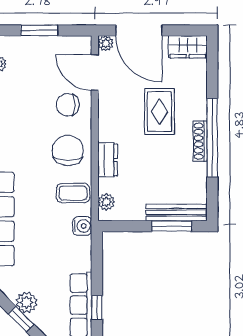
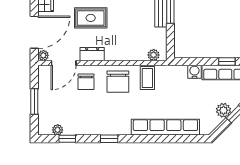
chair: (68, 150) -> (118, 82), turned -90
dresser: (108, 160) -> (92, 54), moved
water cooler: (82, 226) -> (194, 72), moved

